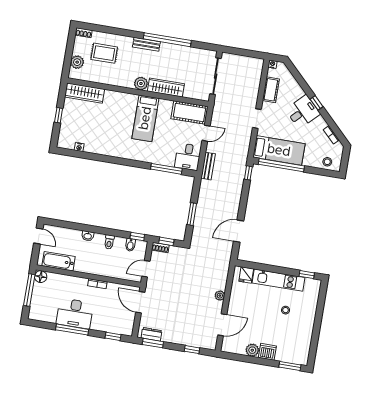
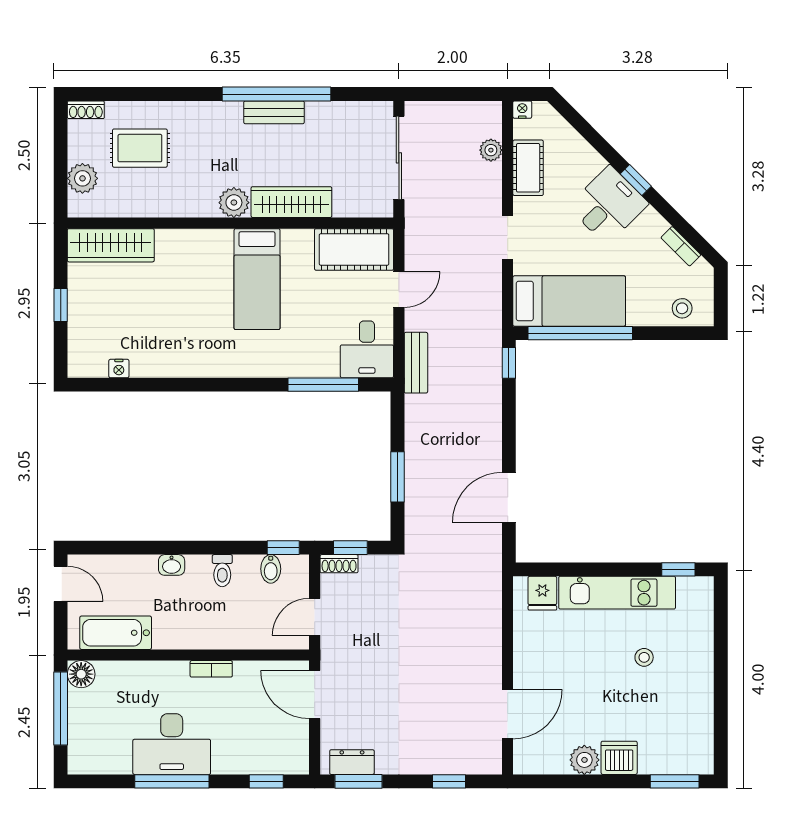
bench: (146, 44) -> (274, 112), moved
plant: (220, 296) -> (491, 150), moved

